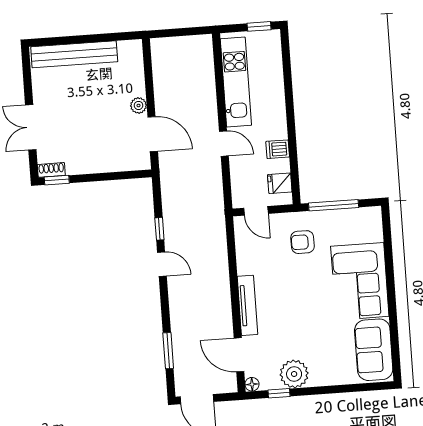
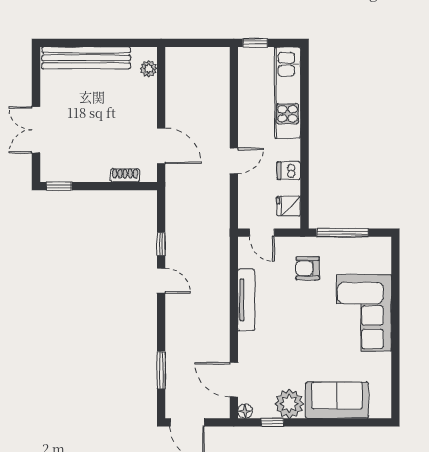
window: (259, 26) -> (255, 43), moved
kitchen unit: (236, 82) -> (288, 93), moved, turned 180
plant: (139, 105) -> (149, 69), moved
door: (224, 144) -> (234, 161), hinge flipped
shoe rack: (51, 170) -> (125, 175), moved
tv unit: (247, 305) -> (246, 300), moved
sofa: (374, 350) -> (337, 400), moved, turned 90

